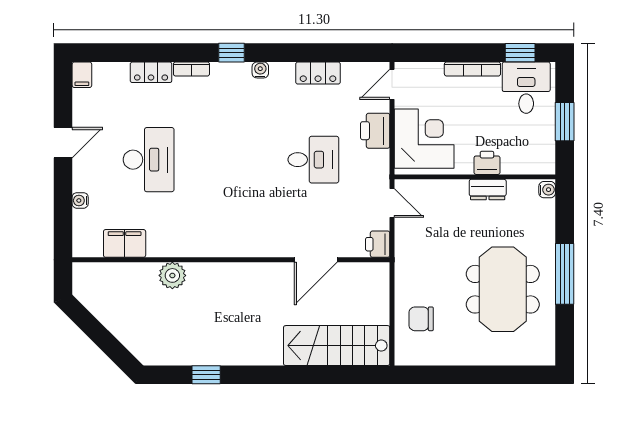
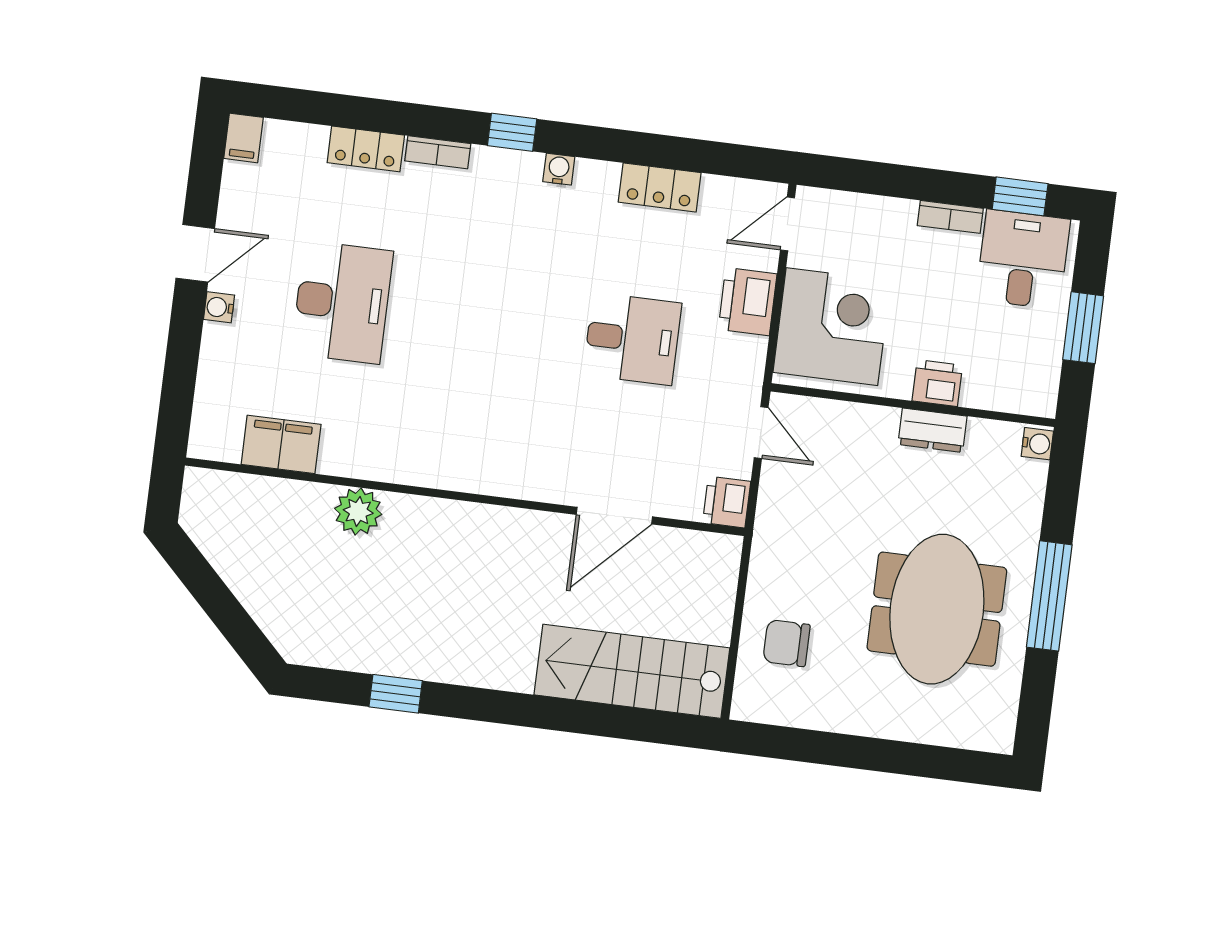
bookcase: (472, 69) -> (950, 217), width x0.64
water cooler: (80, 200) -> (219, 307), moved

